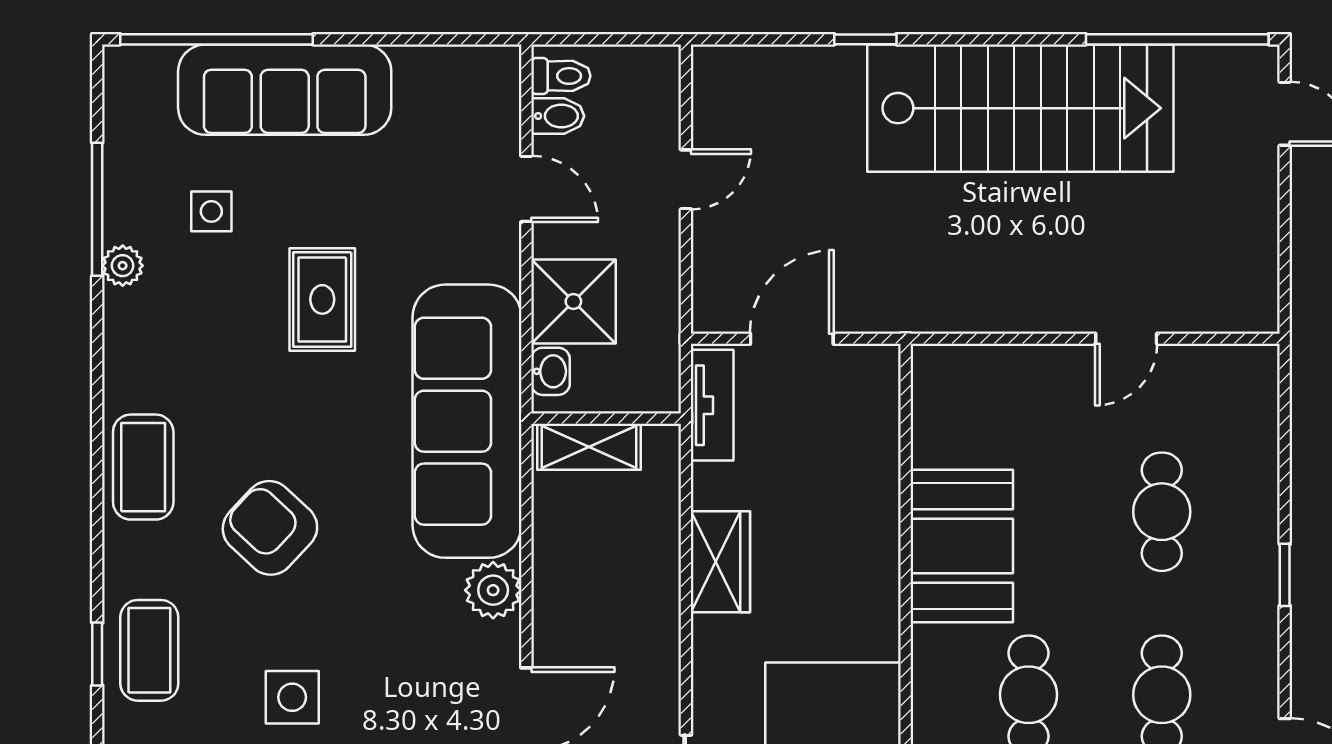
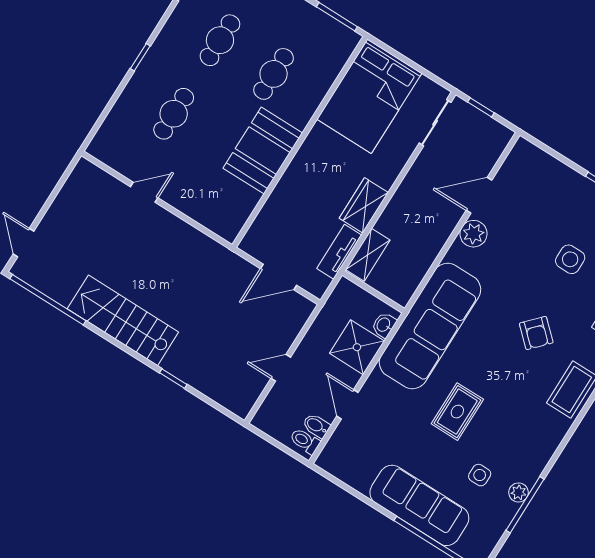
stairs: (1020, 108) -> (123, 320), width x0.73, depth x0.66
plant: (123, 266) -> (519, 492), moved
tv unit: (712, 405) -> (339, 252), moved
shelving: (589, 447) -> (368, 255), moved, turned 90
armchair: (270, 528) -> (536, 333), width x0.72, depth x0.72
plant: (493, 590) -> (473, 234), moved

